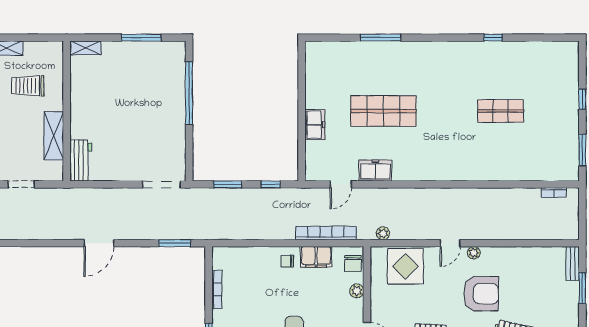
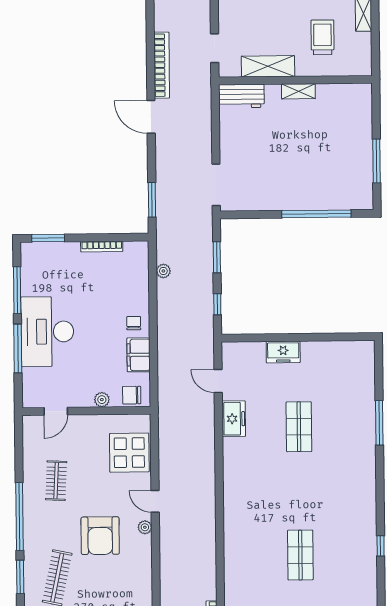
shelving: (86, 48) -> (298, 91), moved, turned 90
shop shelf: (383, 111) -> (299, 427), width x0.70, depth x0.74
doorway: (21, 184) -> (215, 48), moved
bookcase: (326, 233) -> (162, 65), moved
plant: (383, 233) -> (163, 271), moved

